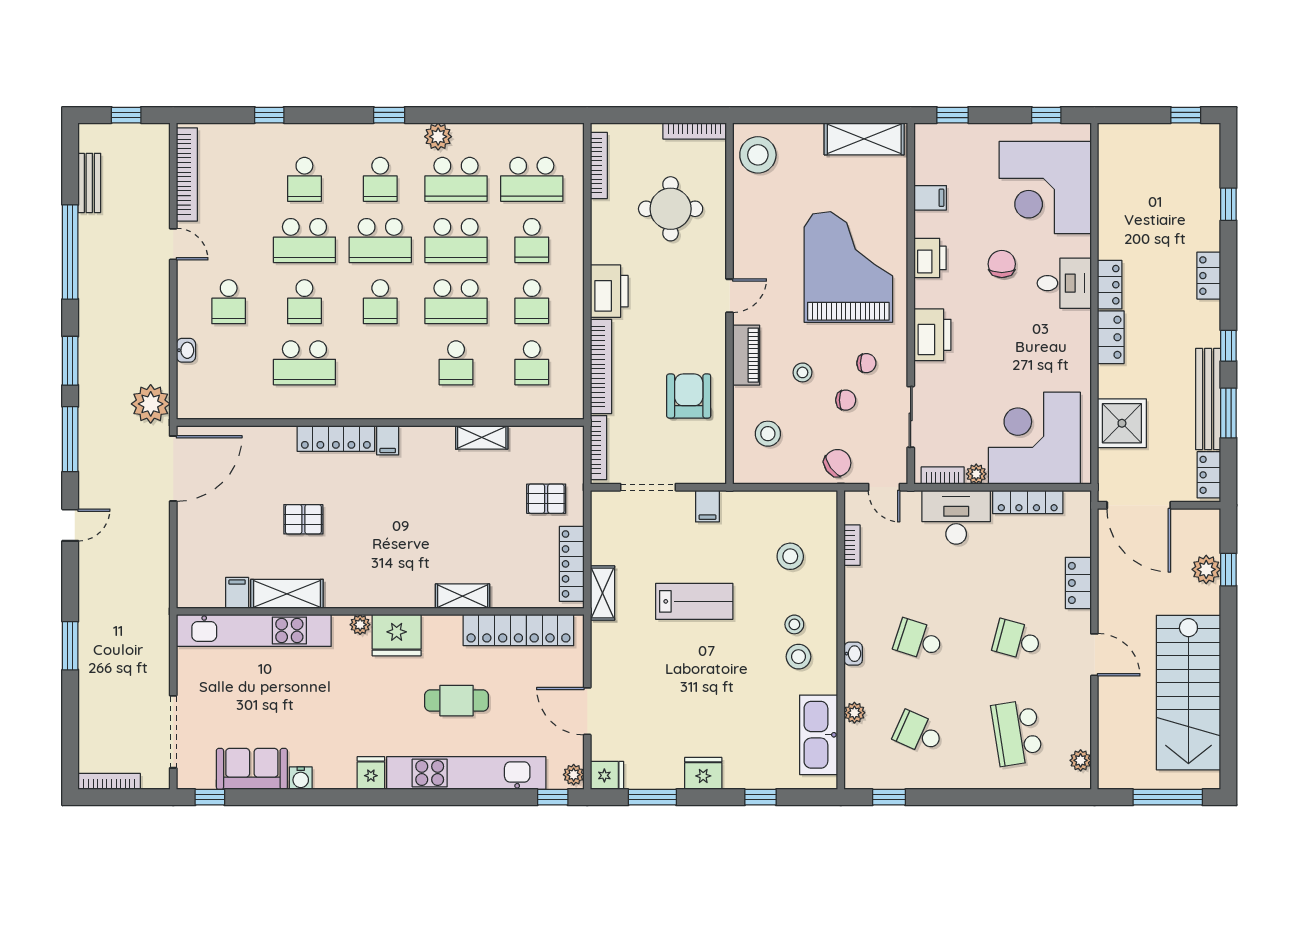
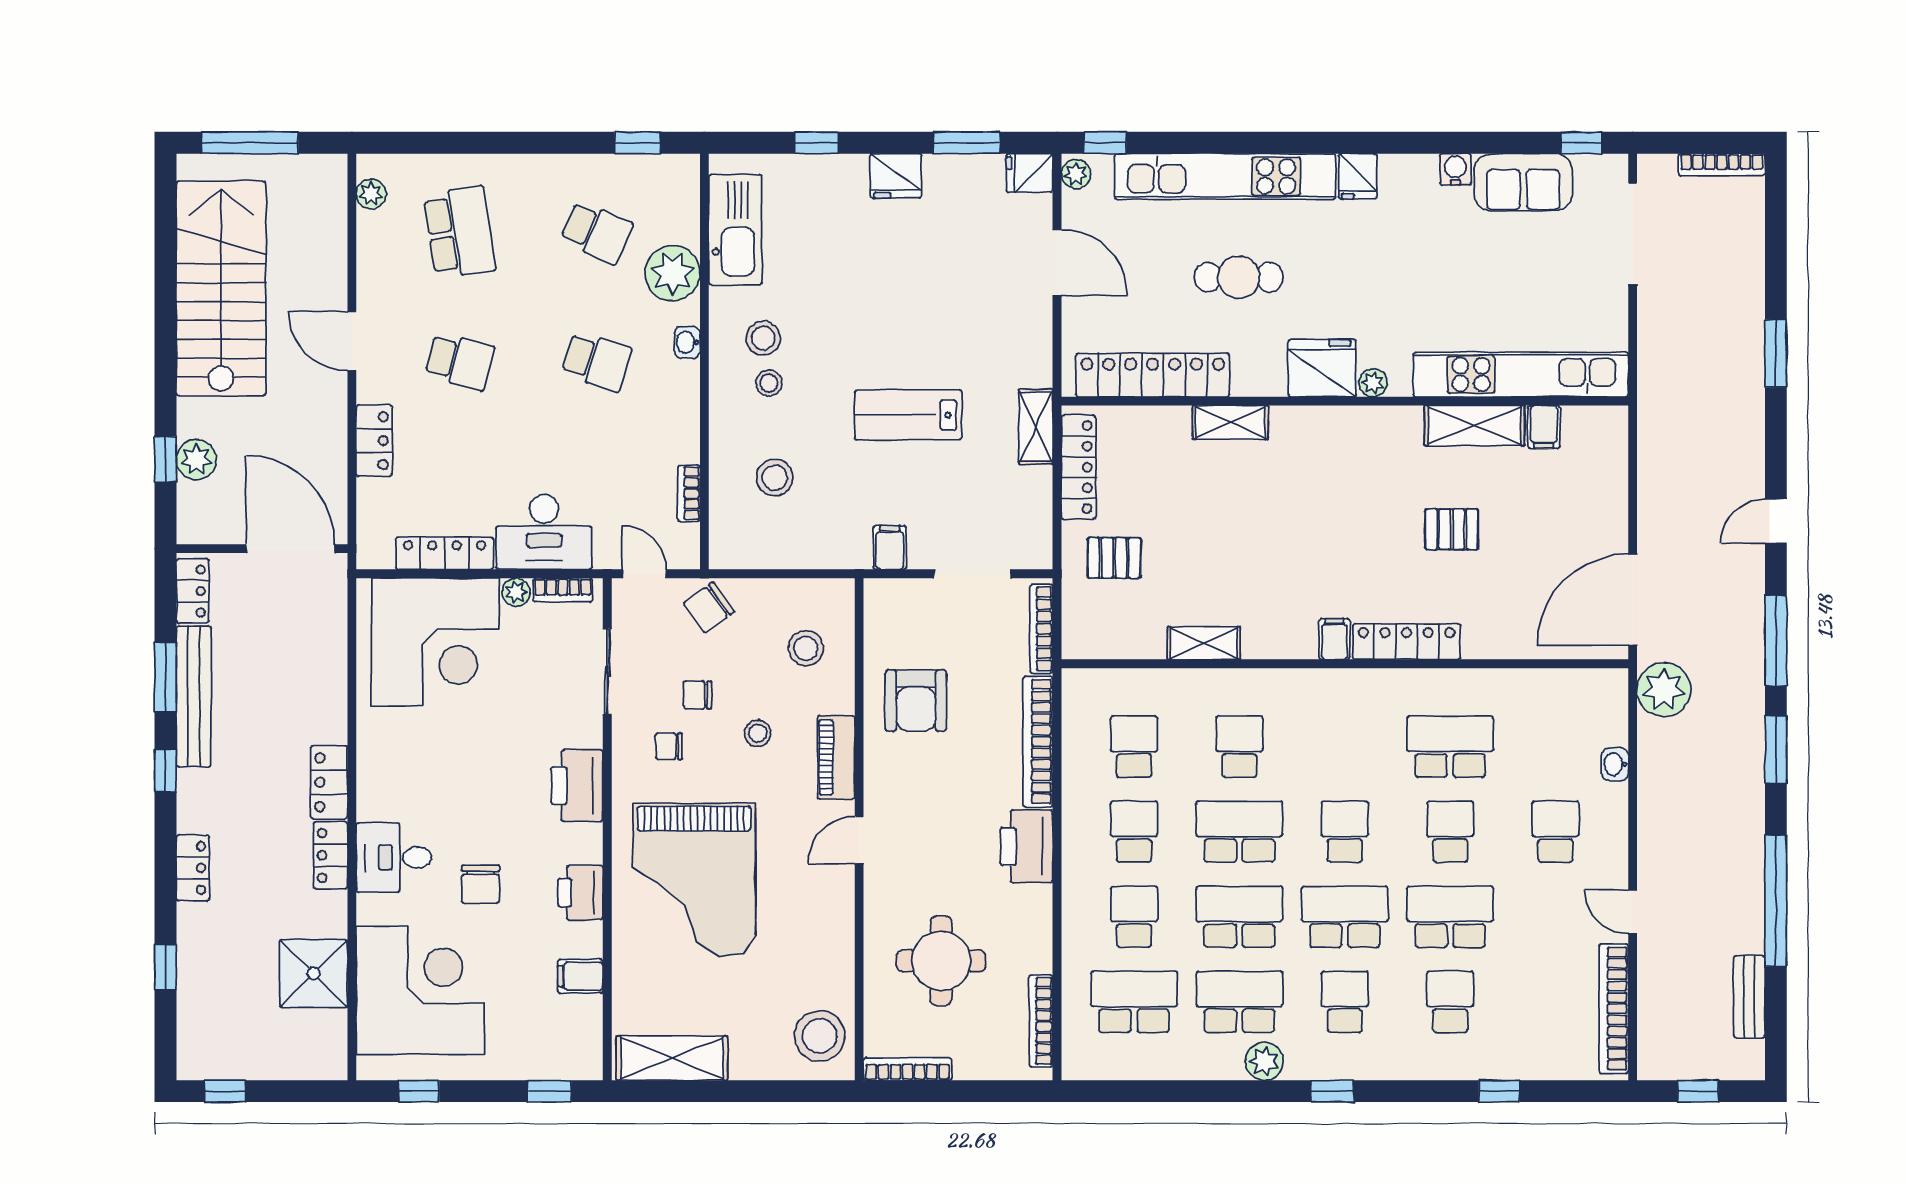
shower: (1122, 423) -> (314, 973), moved
plant: (854, 713) -> (673, 273), width x1.88, depth x1.88

